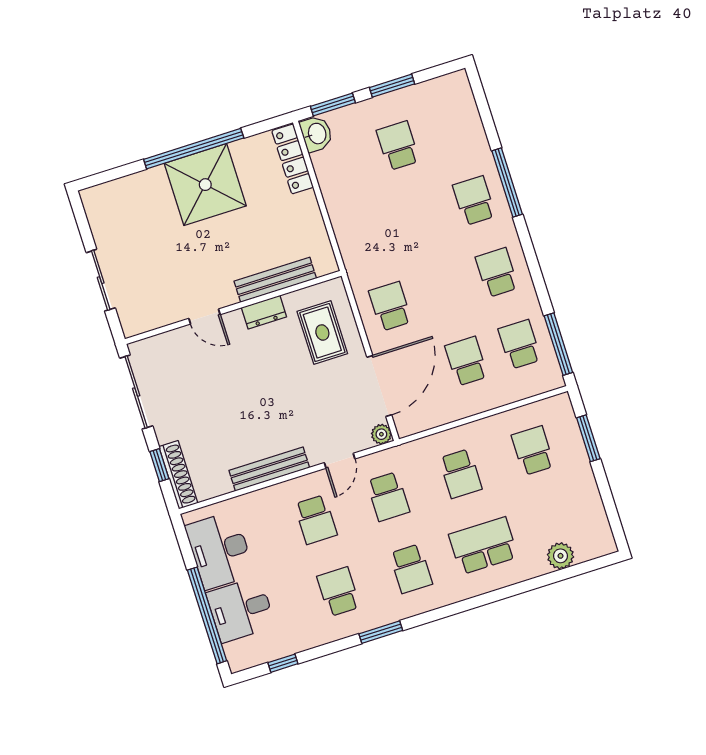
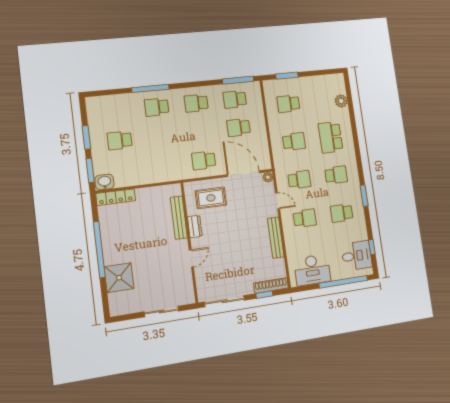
shower: (205, 185) -> (119, 278), moved, width x0.73, depth x0.73
desk: (241, 610) -> (357, 256), moved, turned -90

